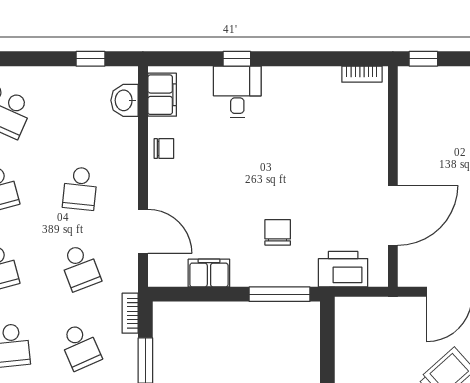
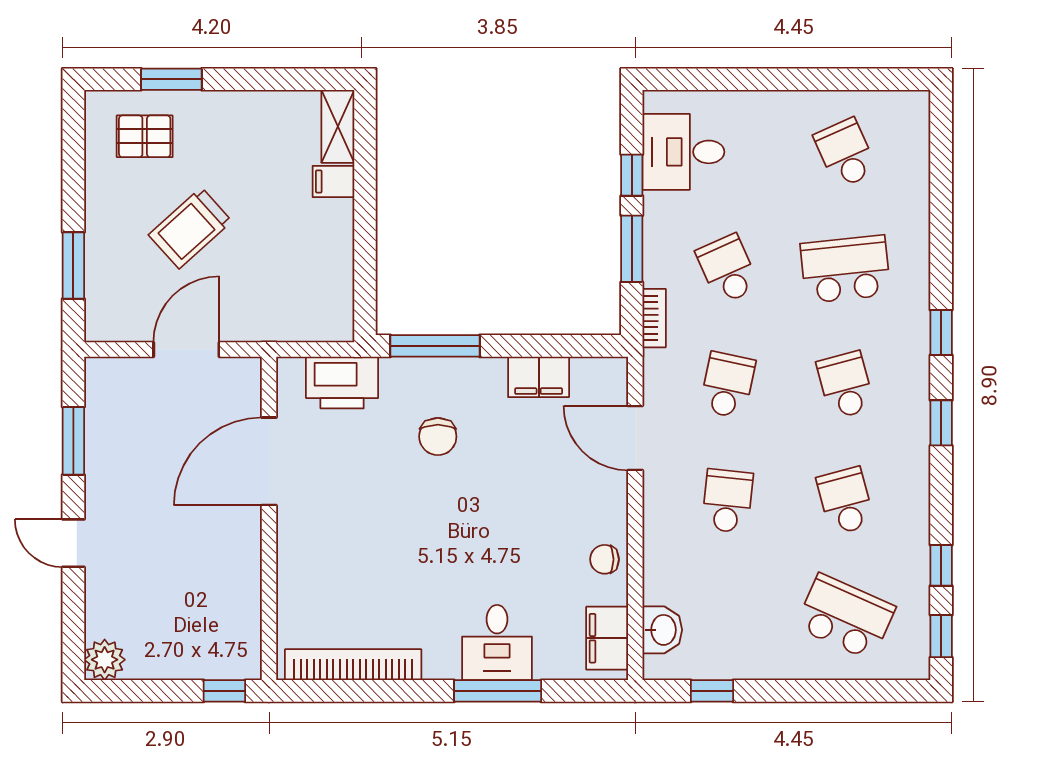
window: (237, 59) -> (498, 691), width x2.17
bookcase: (362, 74) -> (353, 665), width x2.31, depth x1.31
school desk: (80, 267) -> (727, 385), turned 33

